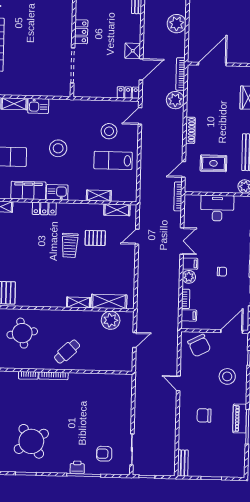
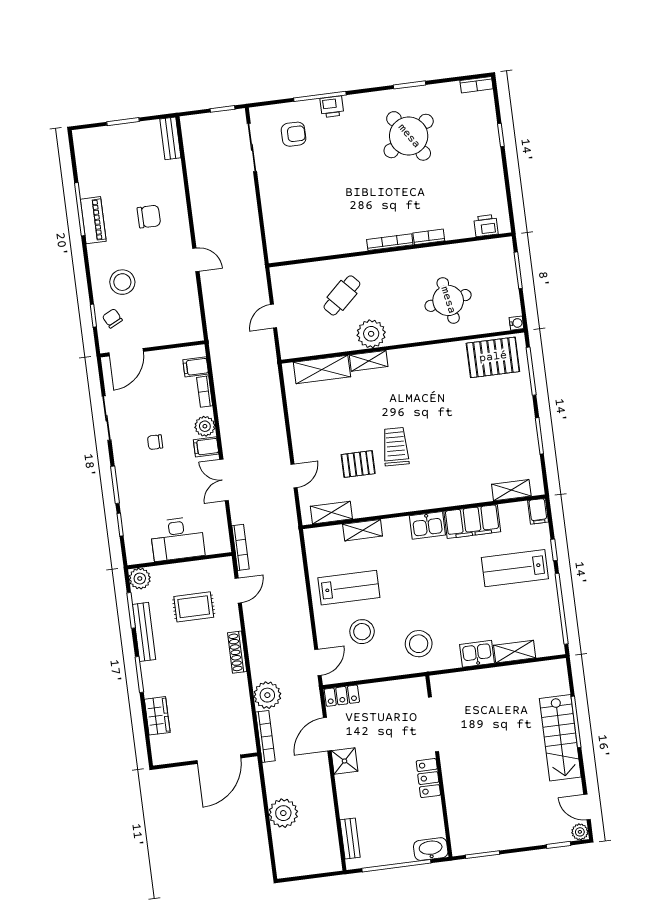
stool: (58, 148) -> (419, 644), moved
locker: (44, 209) -> (443, 497), removed
plant: (111, 320) -> (371, 334), moved
chair: (199, 346) -> (112, 318), moved, width x0.54, depth x0.54
cafe table: (67, 352) -> (342, 295), moved

